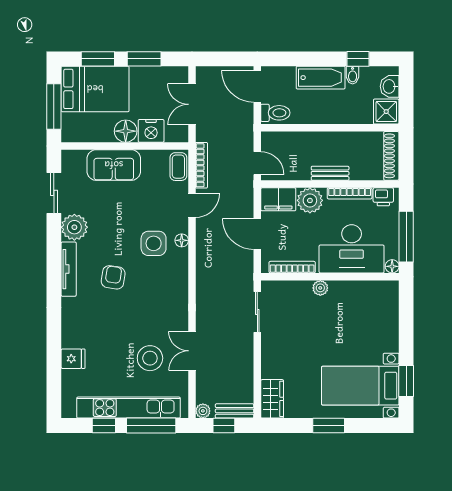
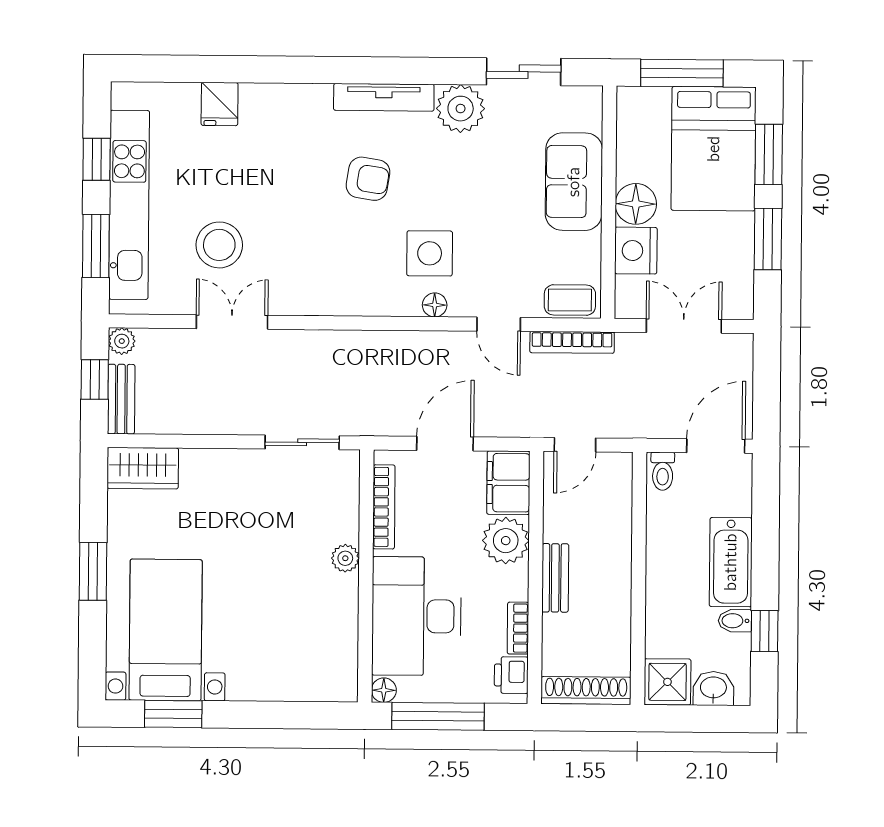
toilet: (275, 113) -> (663, 471), width x0.73, depth x0.72
bookcase: (350, 193) -> (518, 628), width x0.64
window: (151, 425) -> (96, 246), width x0.69

